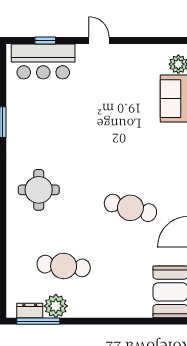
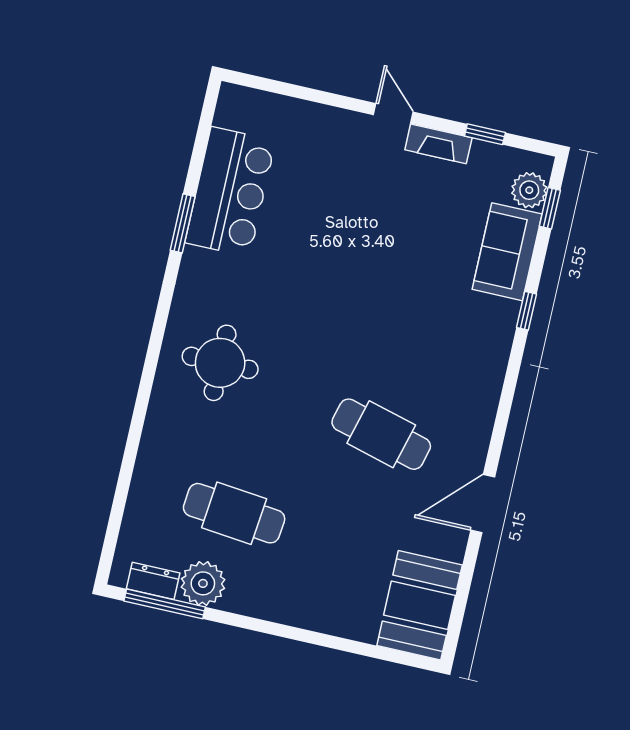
window: (45, 40) -> (485, 134), moved
fireplace: (126, 51) -> (438, 144), added
bar counter: (43, 61) -> (230, 192), moved, turned -90

